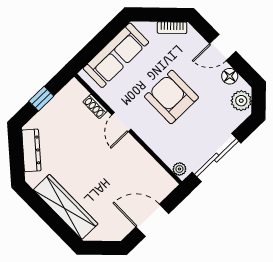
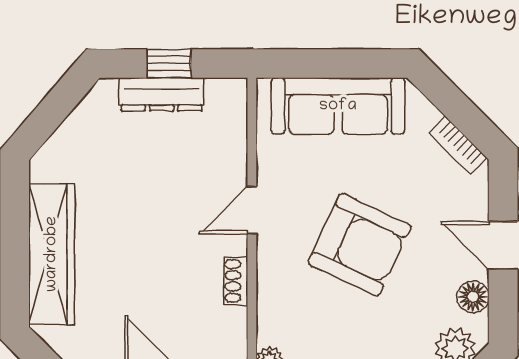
armchair: (171, 97) -> (359, 245), turned 115
shoe rack: (95, 106) -> (236, 281), moved
dresser: (31, 150) -> (162, 94), moved, turned 49

